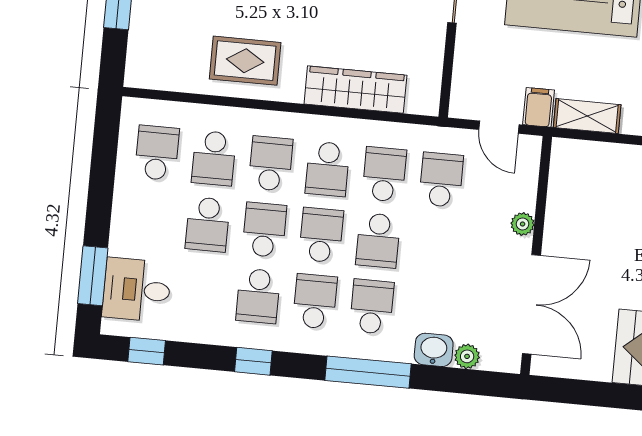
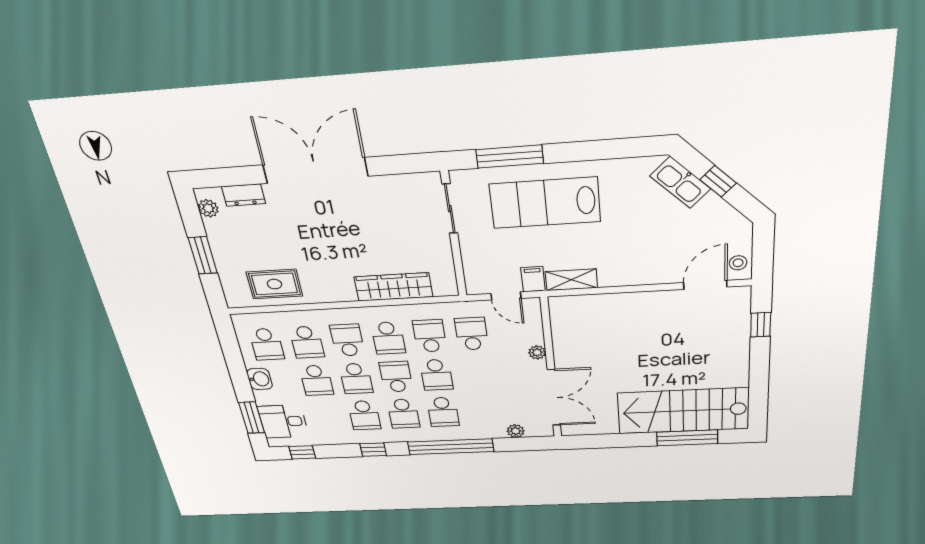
rug: (245, 61) -> (274, 284), moved
school desk: (157, 153) -> (267, 344), turned 180
school desk: (264, 230) -> (356, 379), turned 180
school desk: (315, 301) -> (403, 414), turned 180
school desk: (372, 307) -> (443, 412), turned 180
washbasin: (434, 350) -> (260, 379), moved, turned 90
window: (368, 372) -> (451, 447), width x1.46

